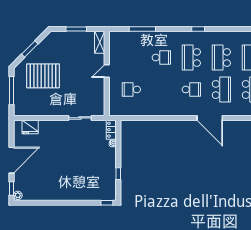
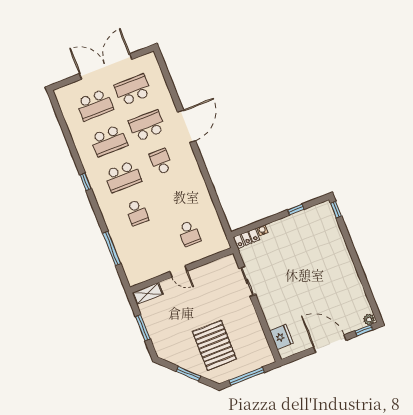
school desk: (161, 58) -> (137, 212), turned 180

